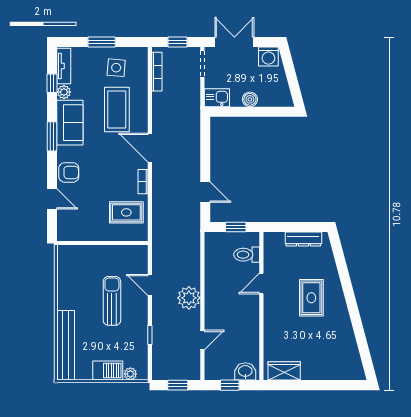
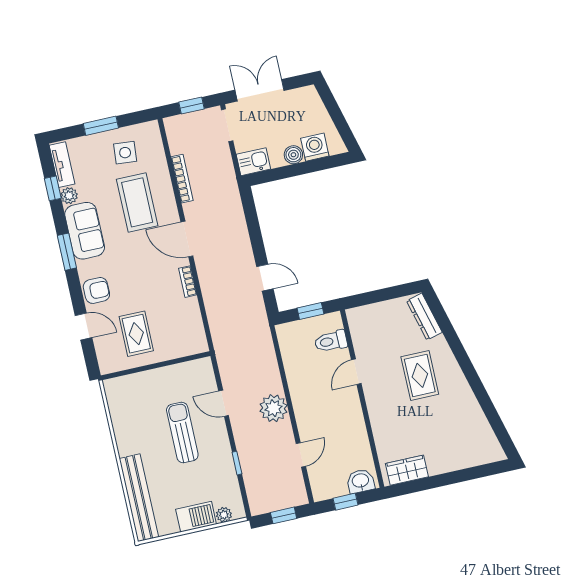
washing machine: (268, 57) -> (315, 147), moved, turned 180
bookcase: (157, 72) -> (182, 179), moved
rug: (126, 212) -> (136, 334), moved, turned 90
dresser: (303, 239) -> (424, 317), moved, turned 75

